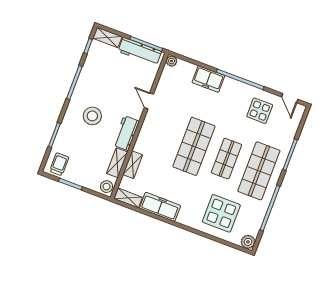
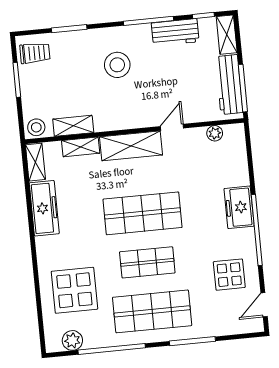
plant: (172, 61) -> (215, 133), moved
freezer: (208, 79) -> (239, 207), moved
workbench: (126, 133) -> (175, 32), moved, turned 180
shelving: (148, 133) -> (131, 146), added
plant: (248, 242) -> (72, 340), moved

